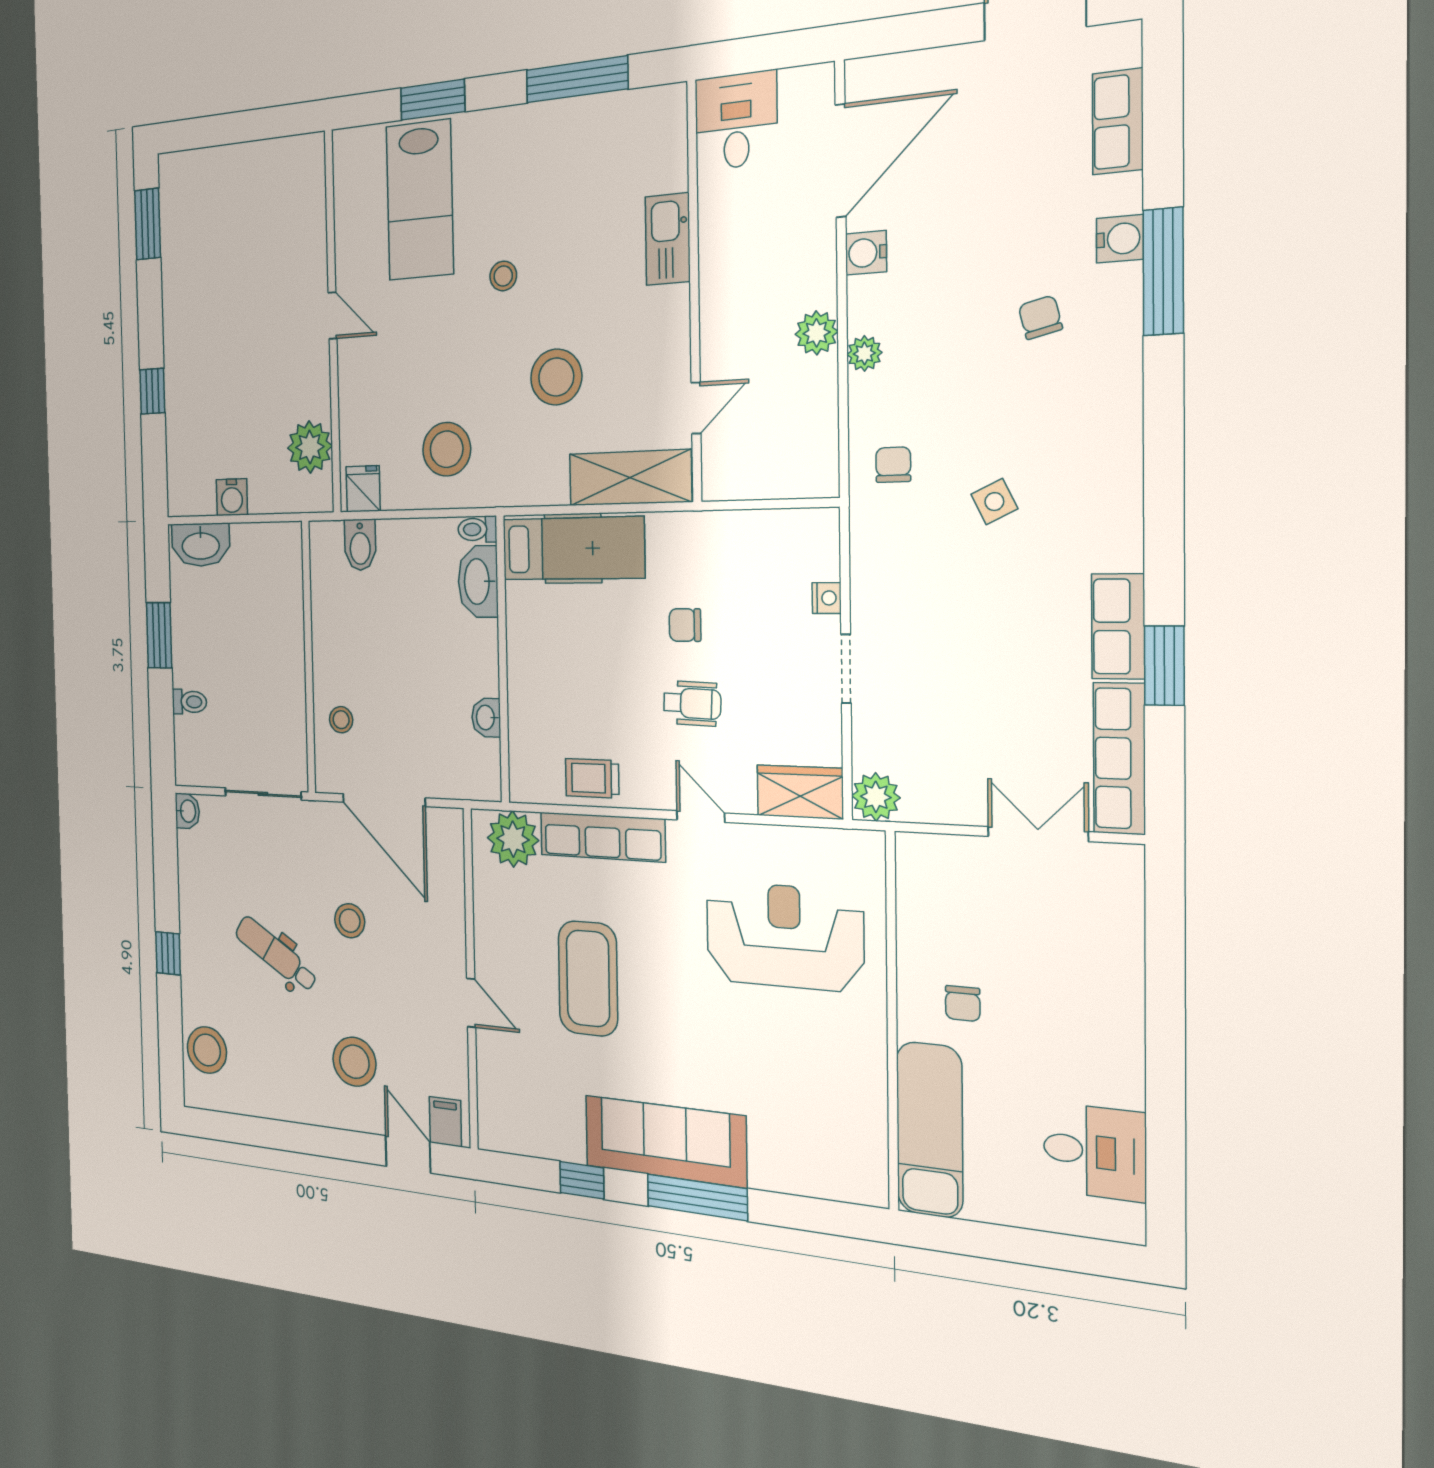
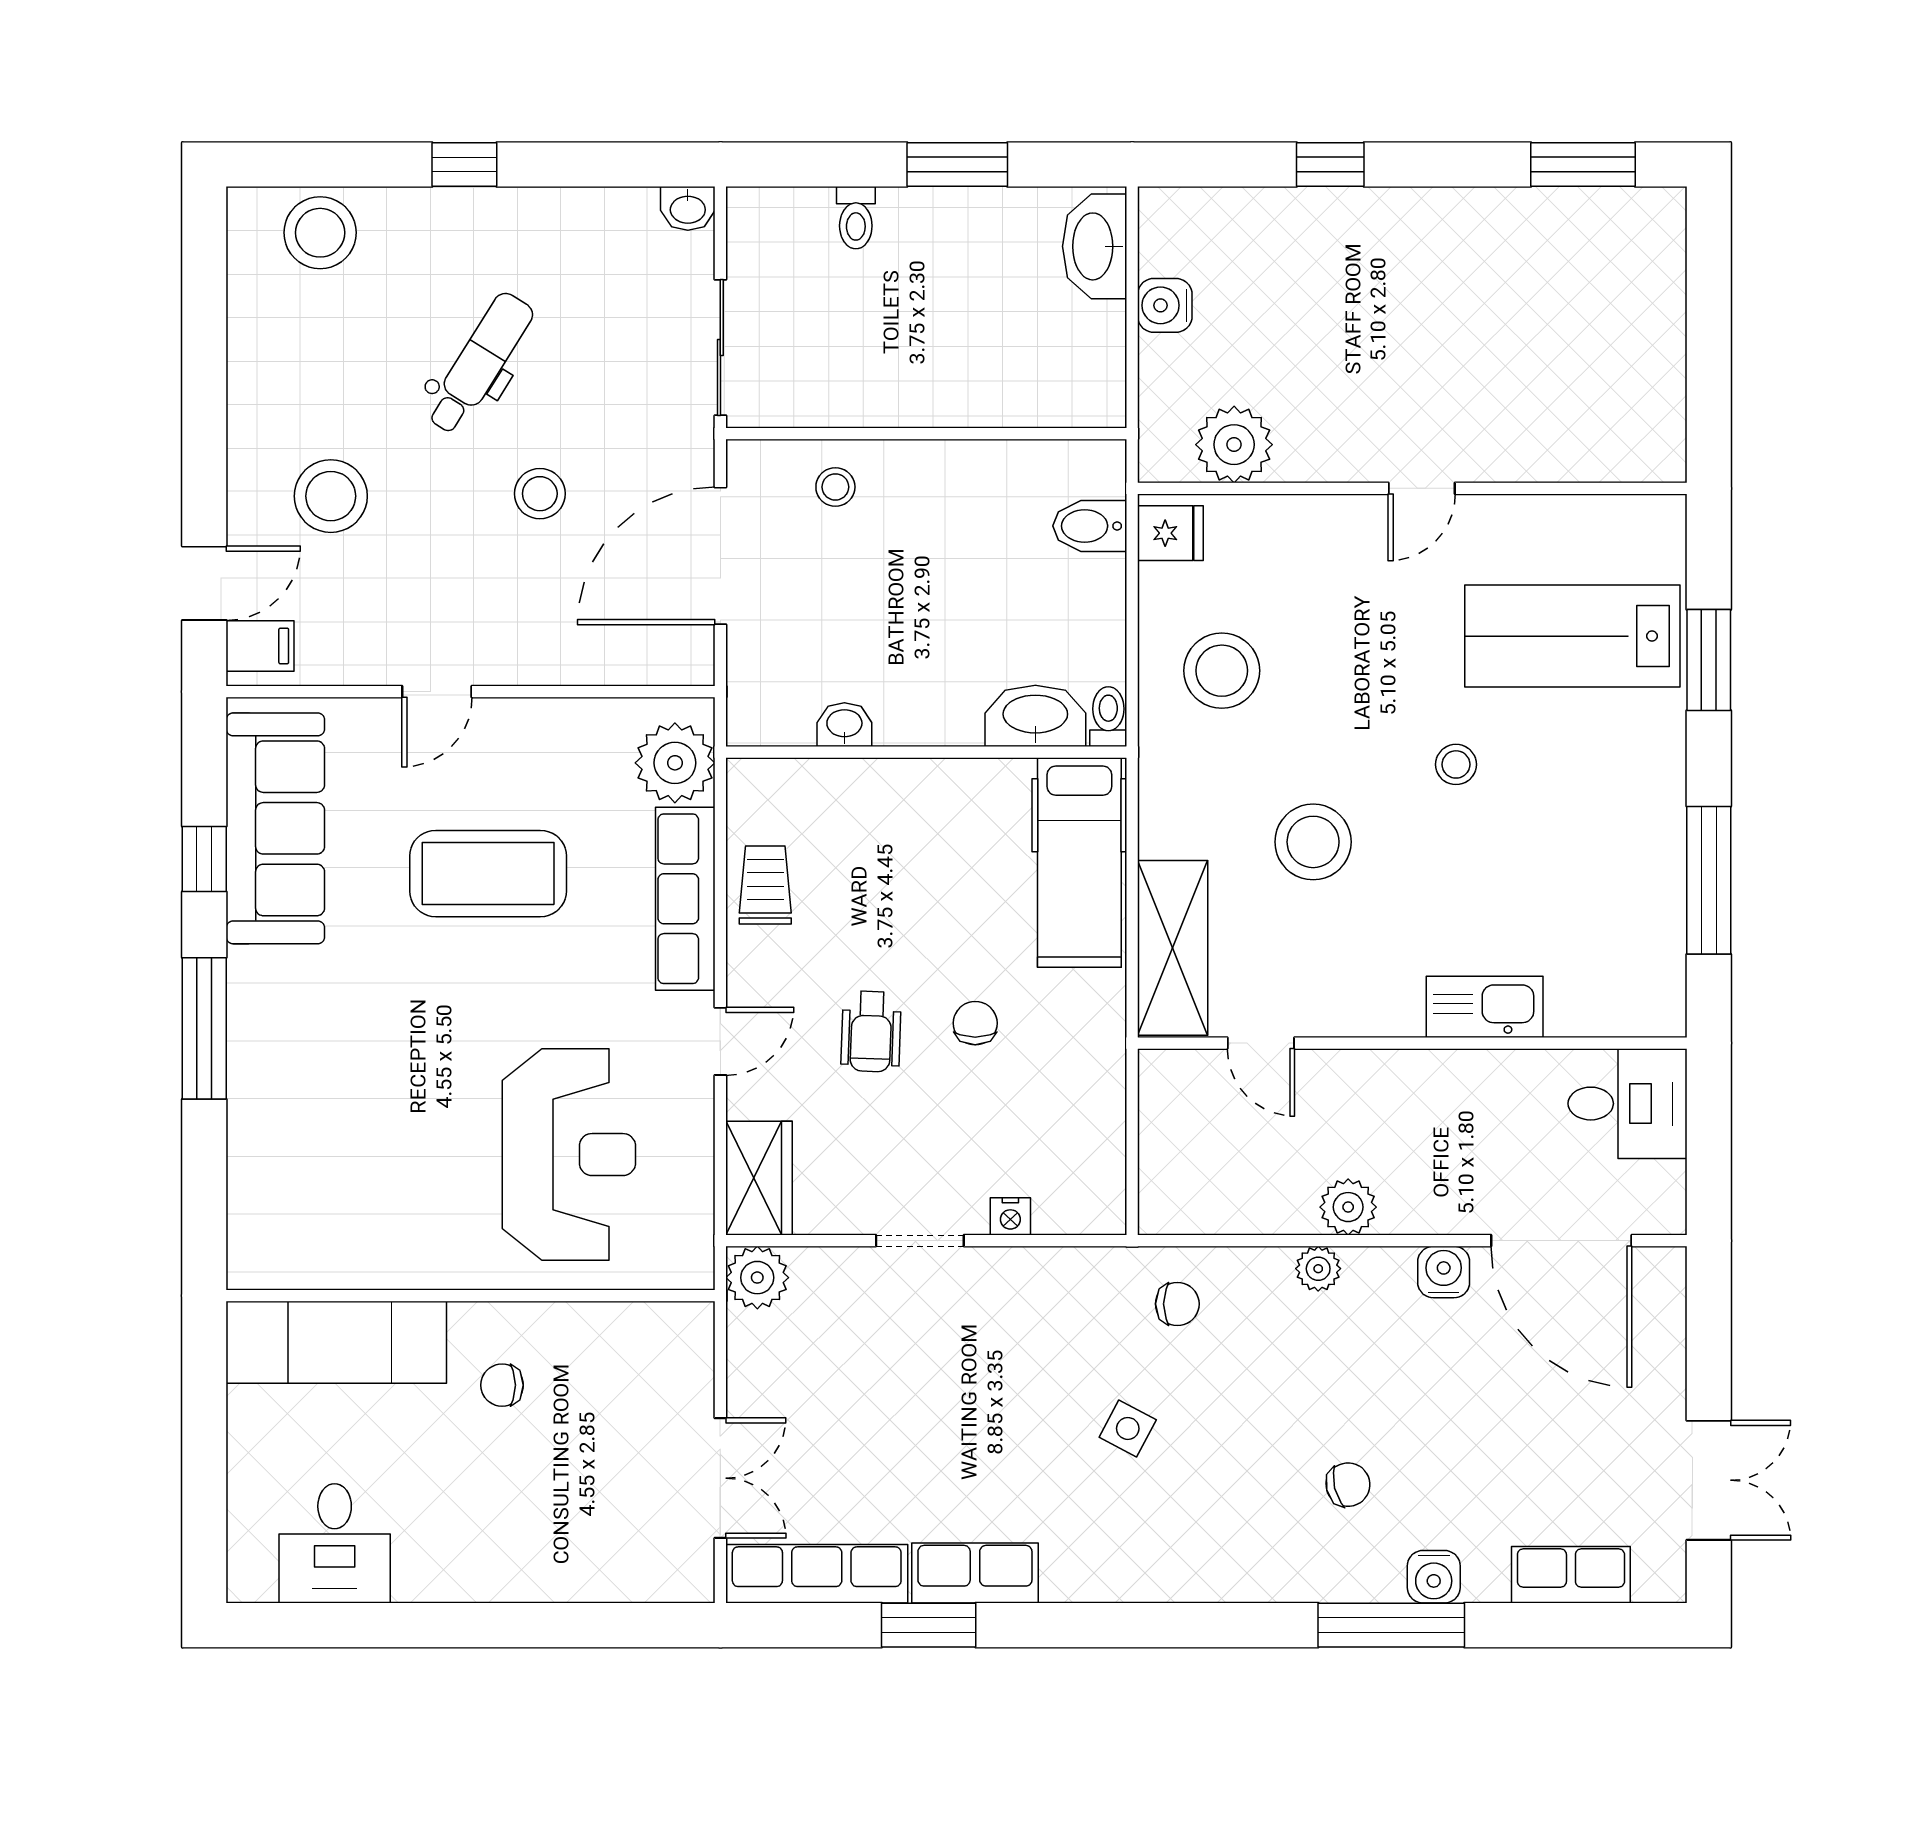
side table: (994, 502) -> (1128, 1428), turned -36
sofa: (665, 1141) -> (275, 828), moved

